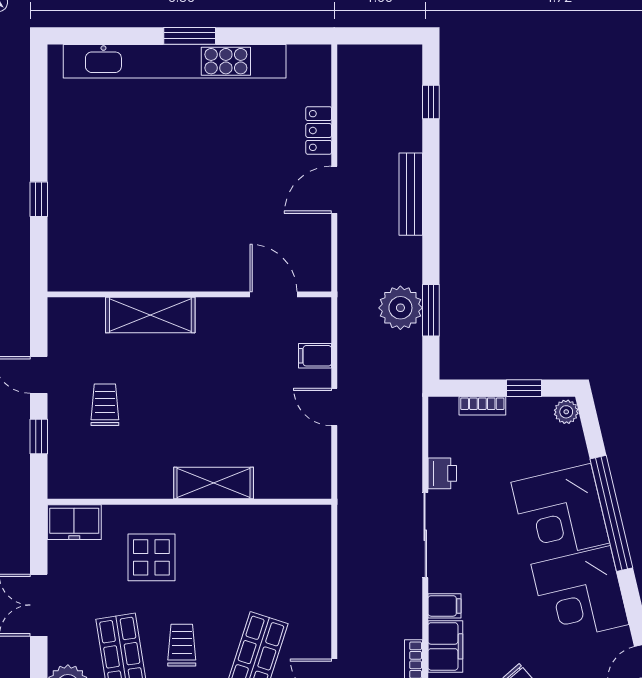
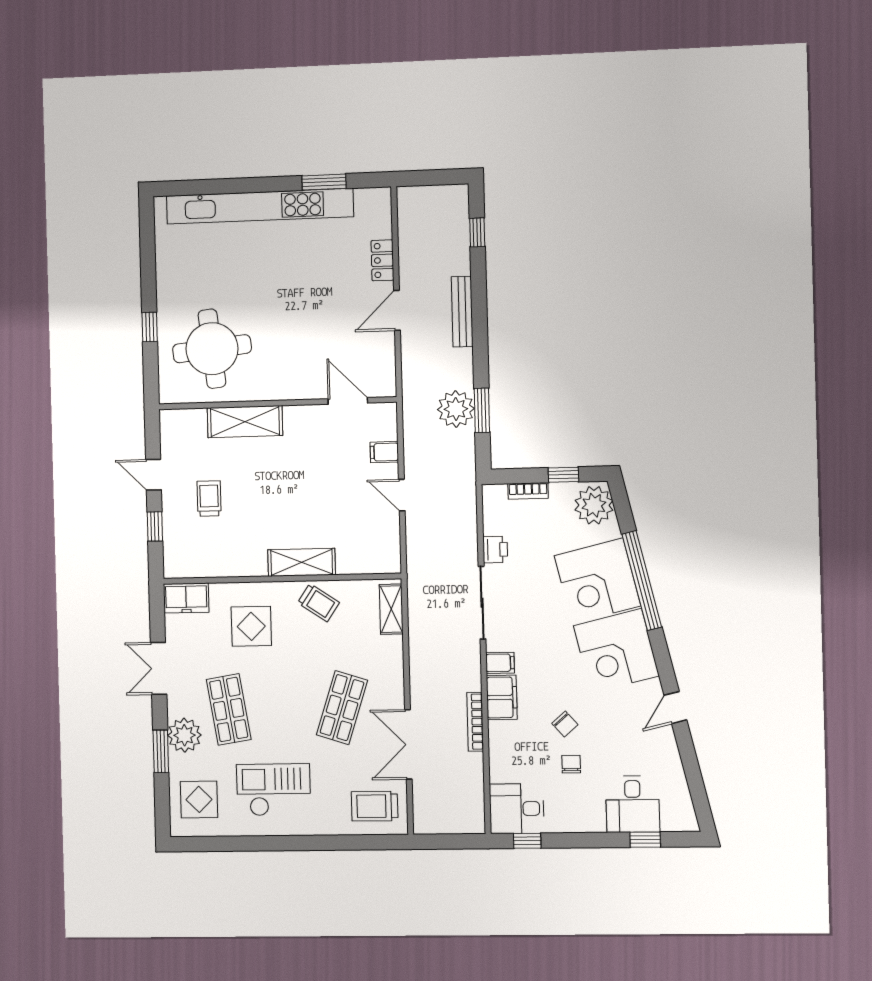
window: (190, 36) -> (324, 182), moved
round table: (113, 228) -> (212, 349), added
plant: (566, 412) -> (594, 505), width x1.88, depth x1.88
shelving: (318, 540) -> (391, 609), added
trolley: (182, 645) -> (318, 603), moved, turned 124

